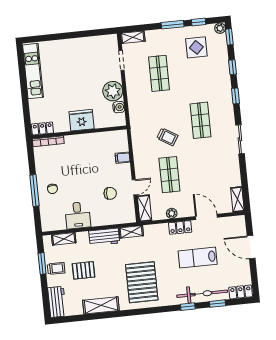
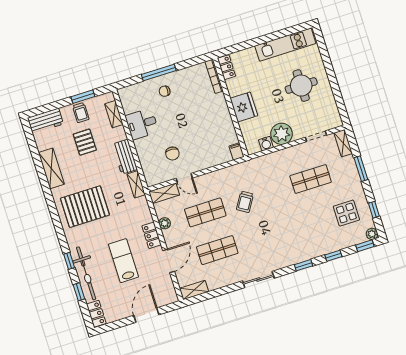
window: (173, 25) -> (361, 169), moved
round table: (73, 64) -> (301, 86), added
shop shelf: (200, 120) -> (217, 250), moved
filing cabinet: (123, 158) -> (237, 151), moved

